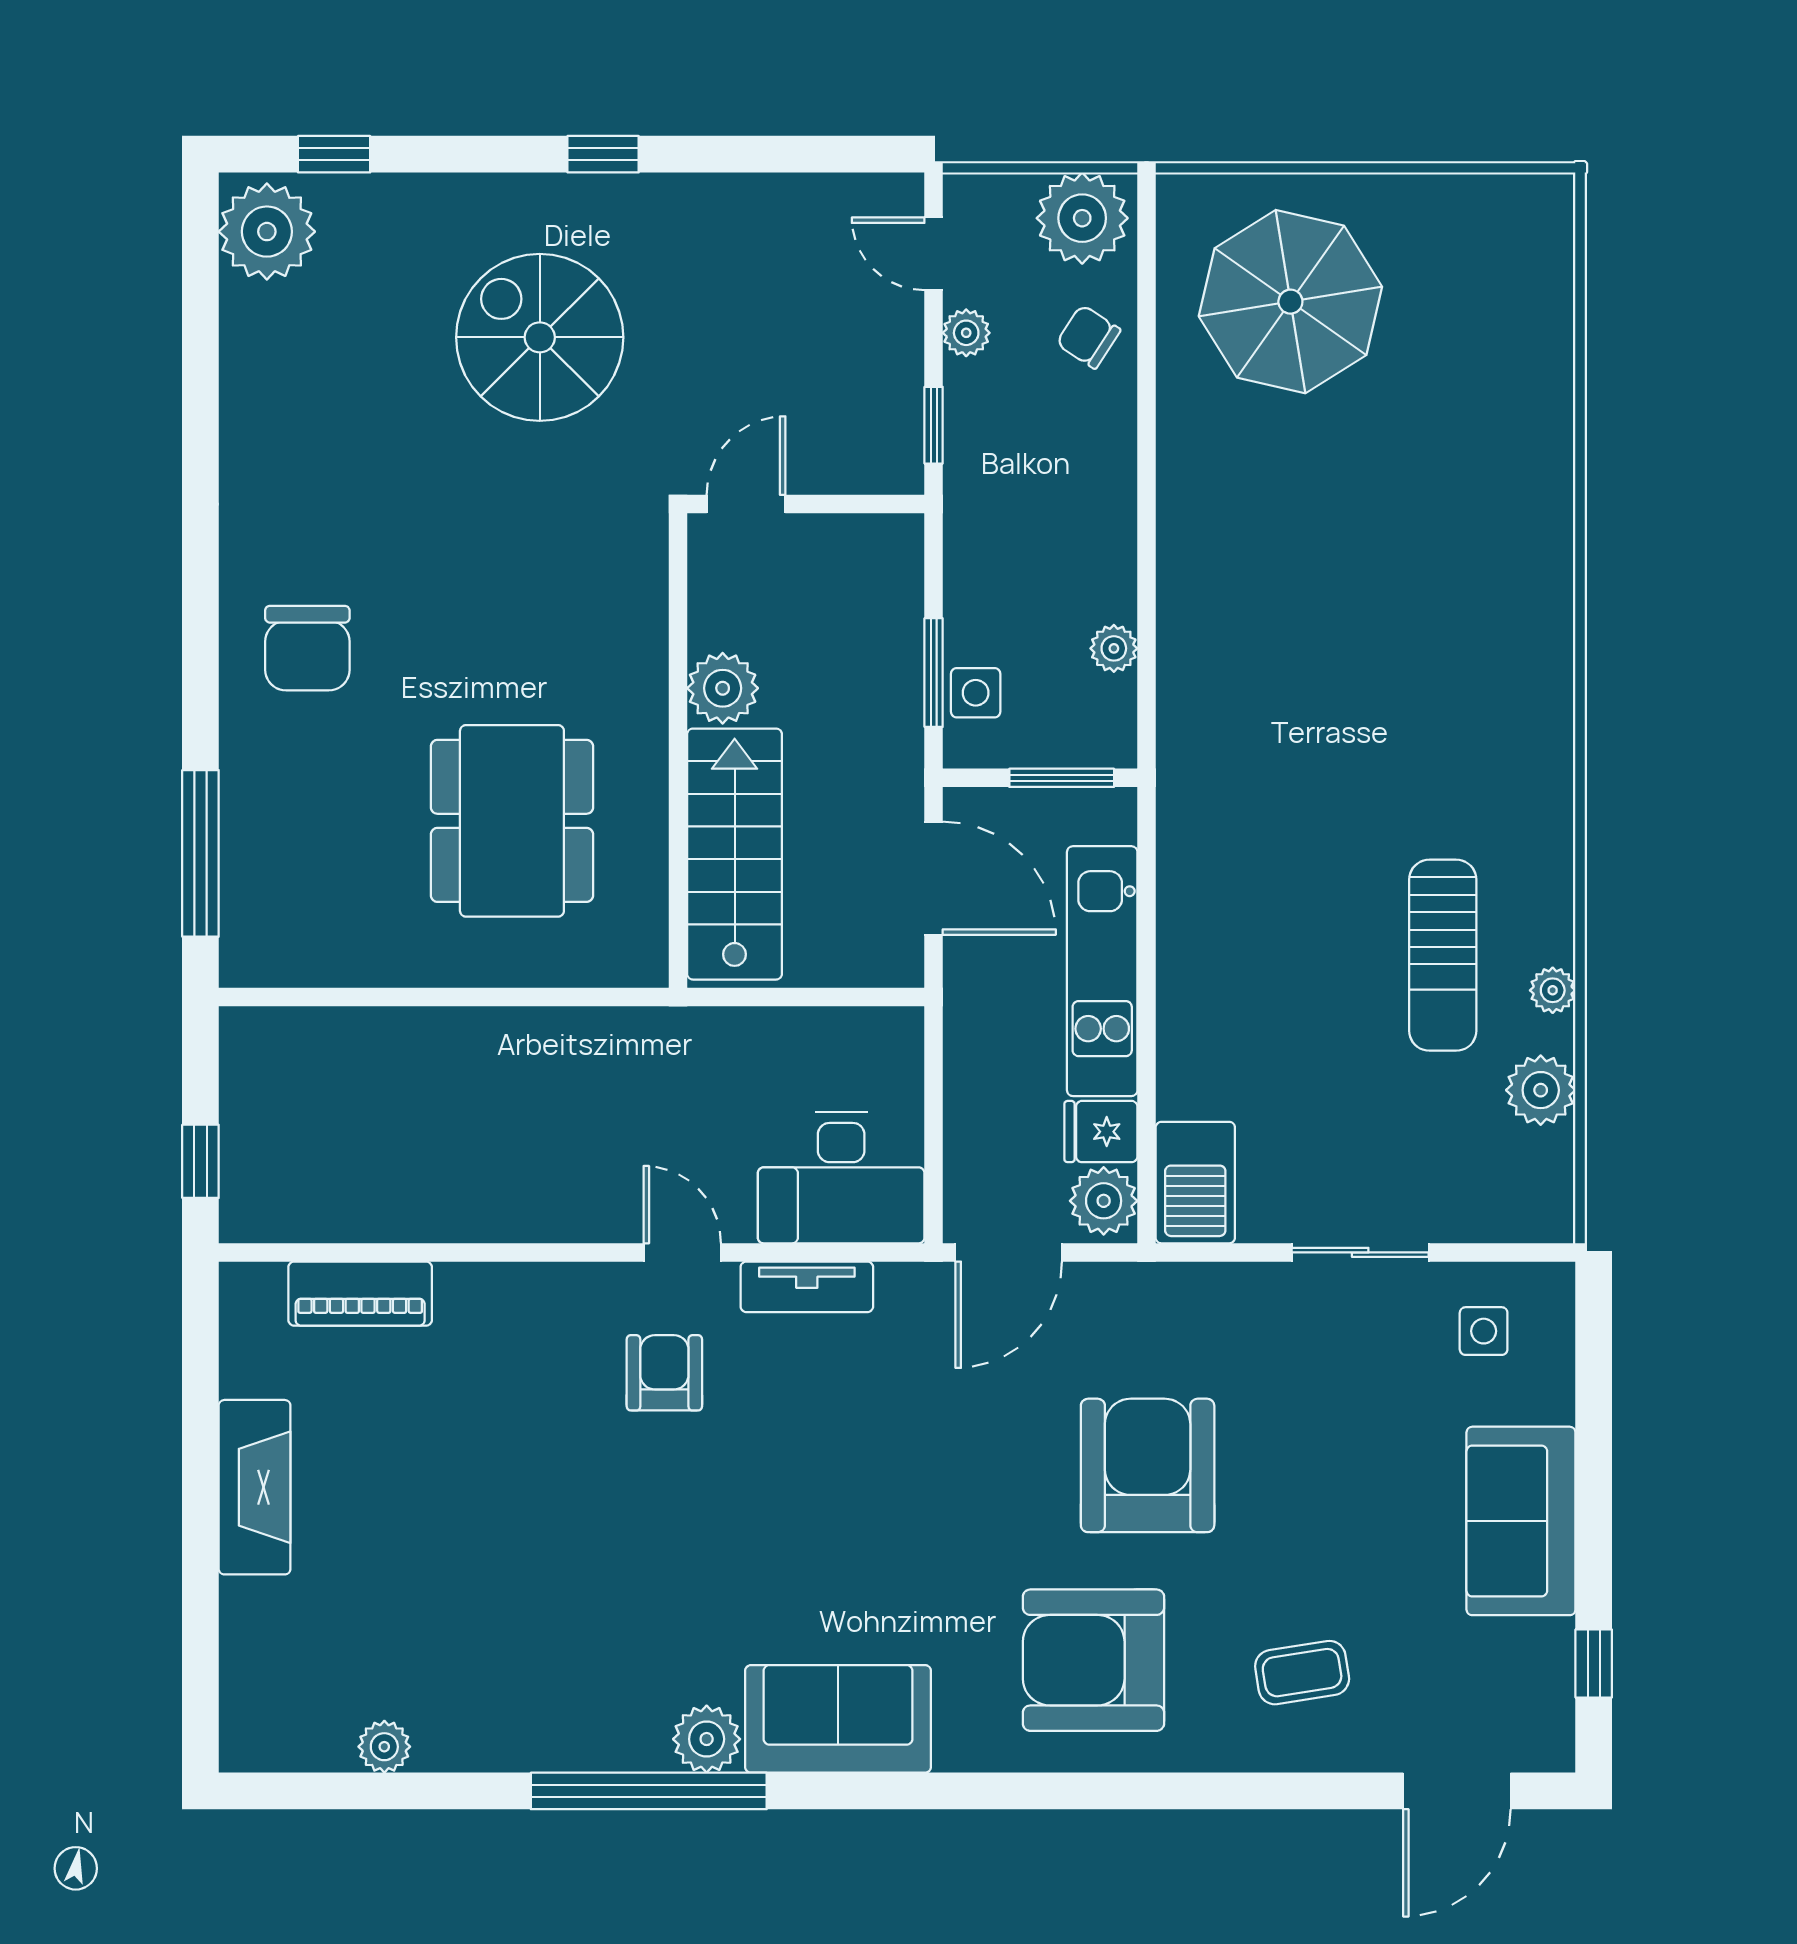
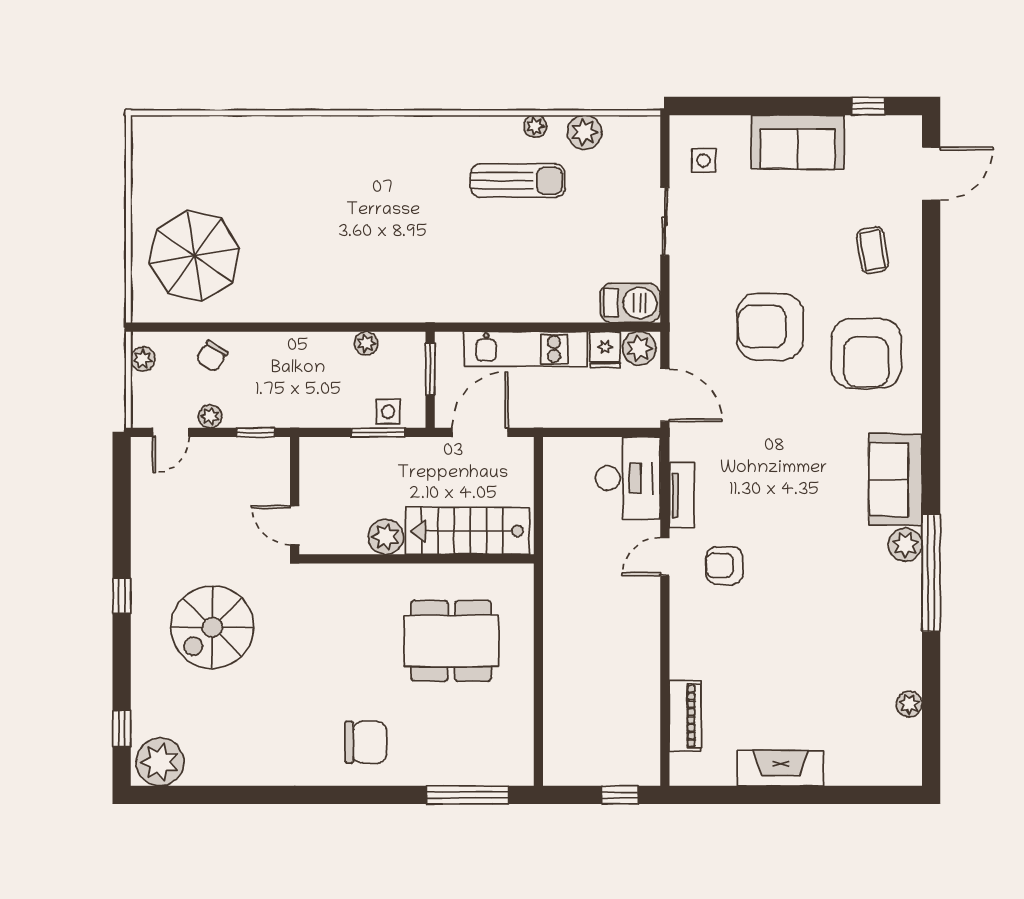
plant: (1082, 218) -> (143, 359), width x0.53, depth x0.53
door: (1457, 1791) -> (931, 174), hinge flipped

